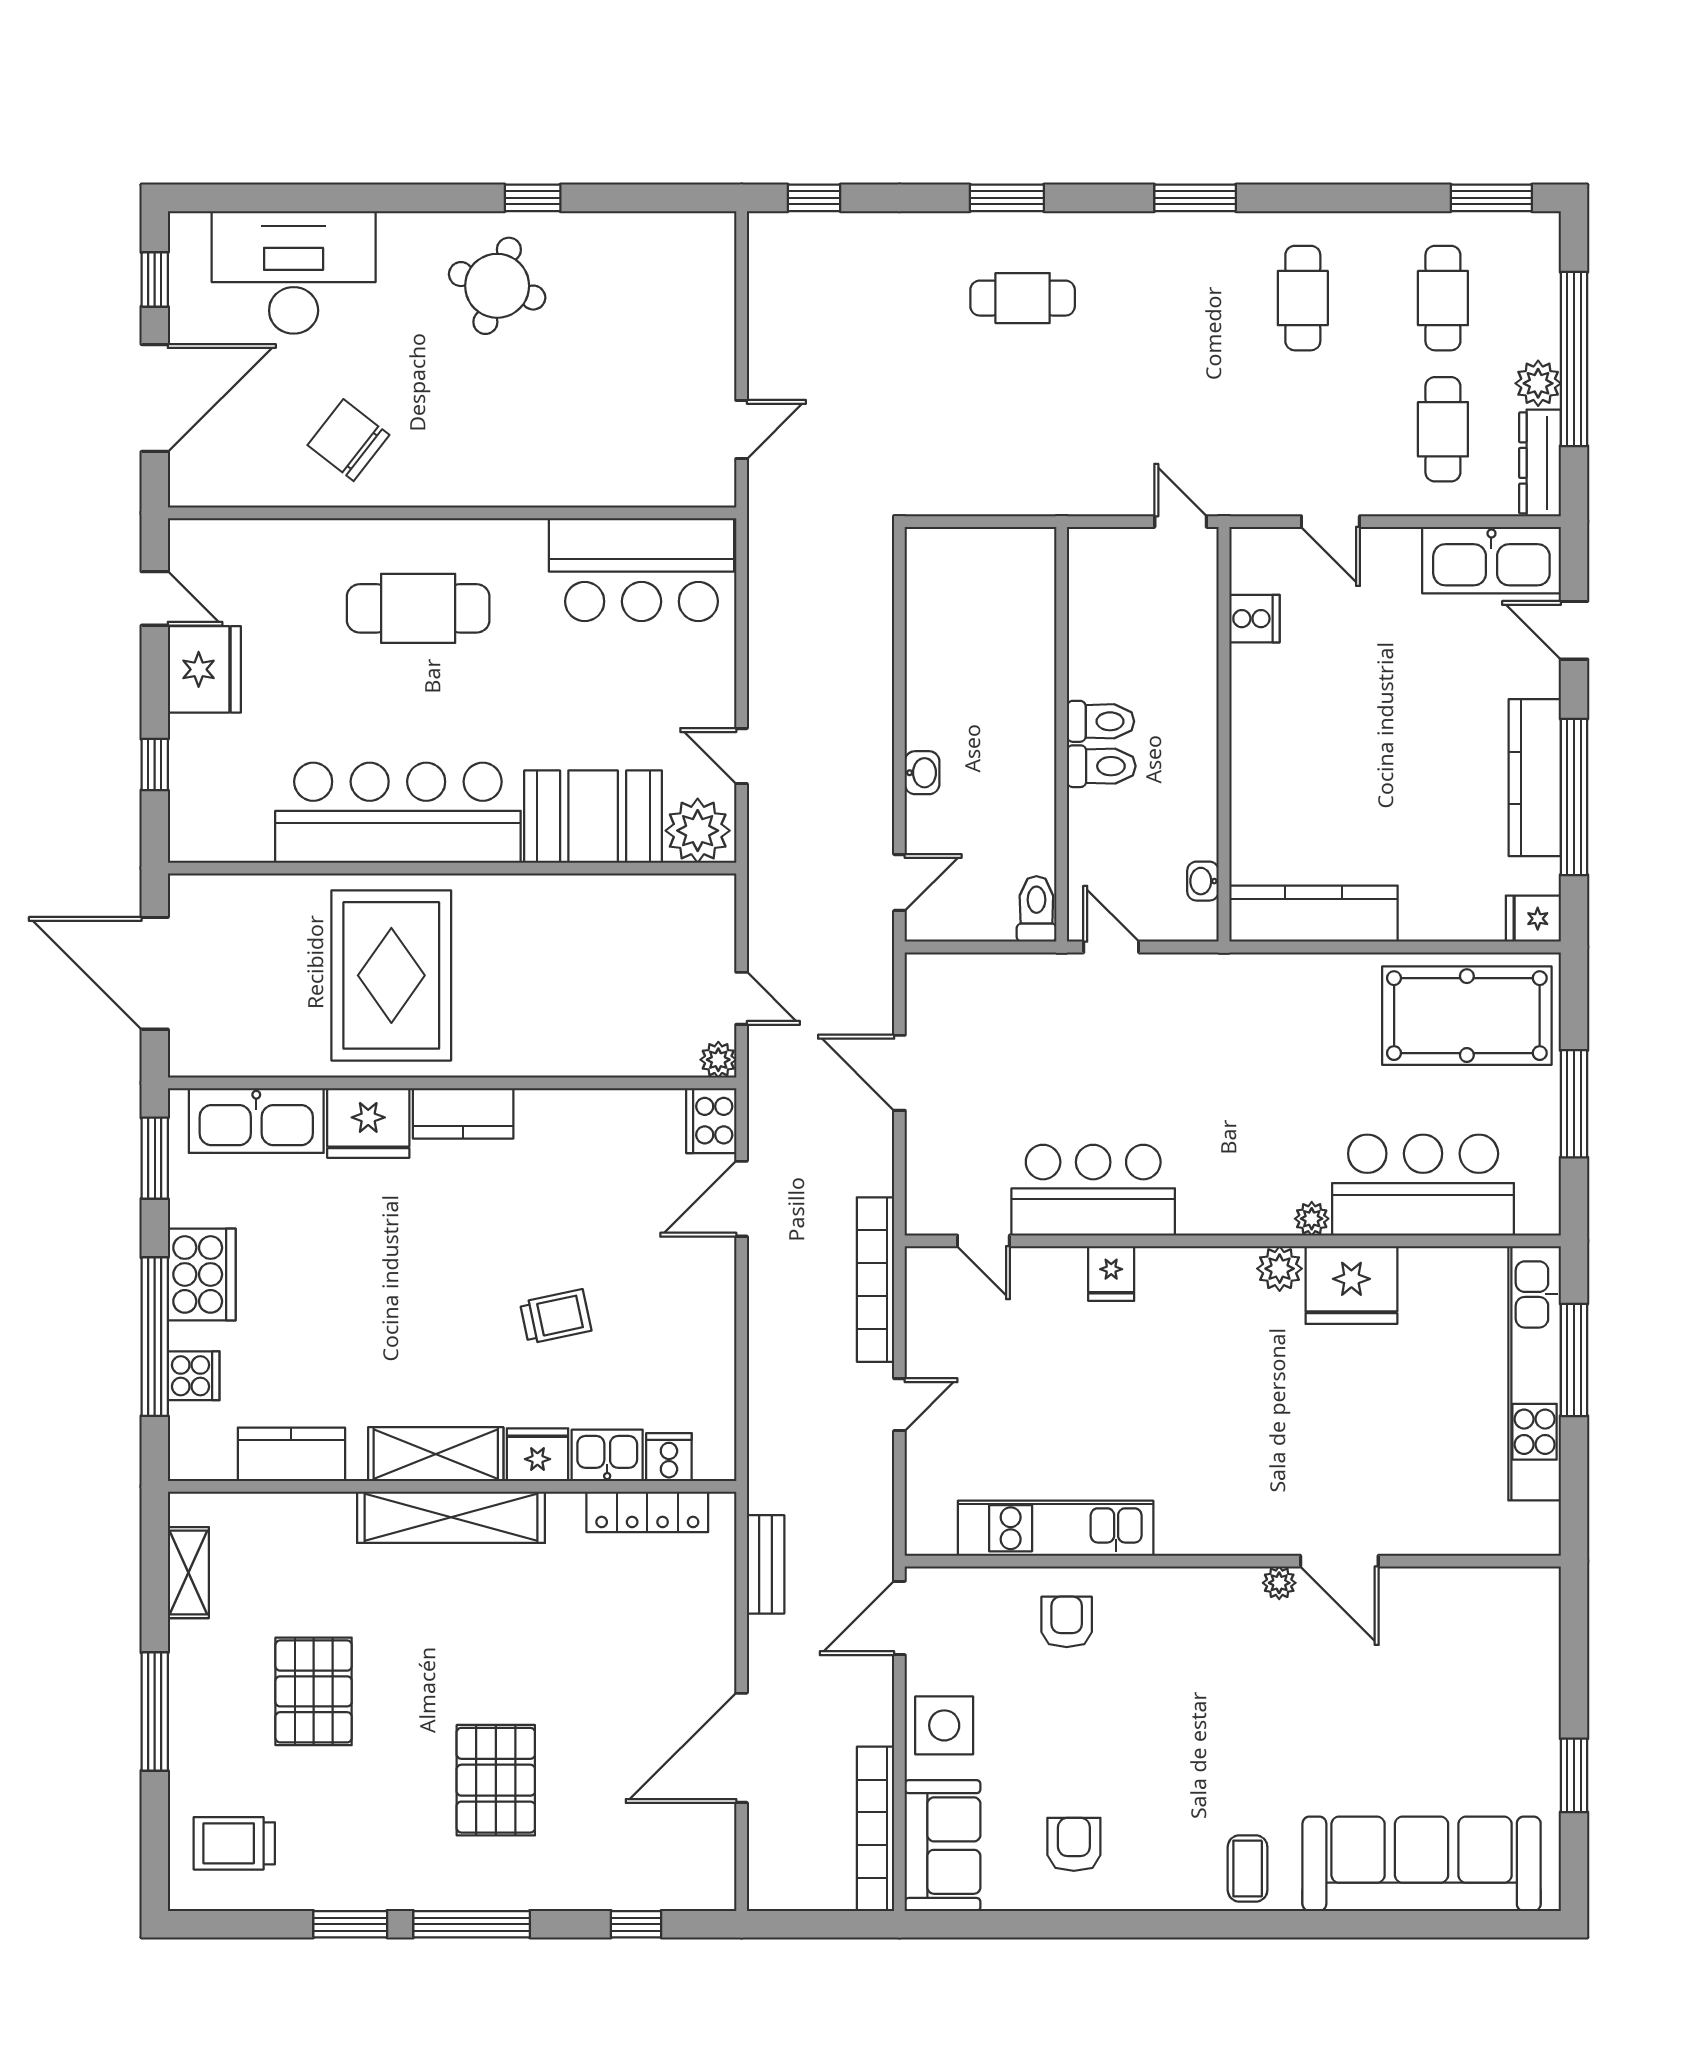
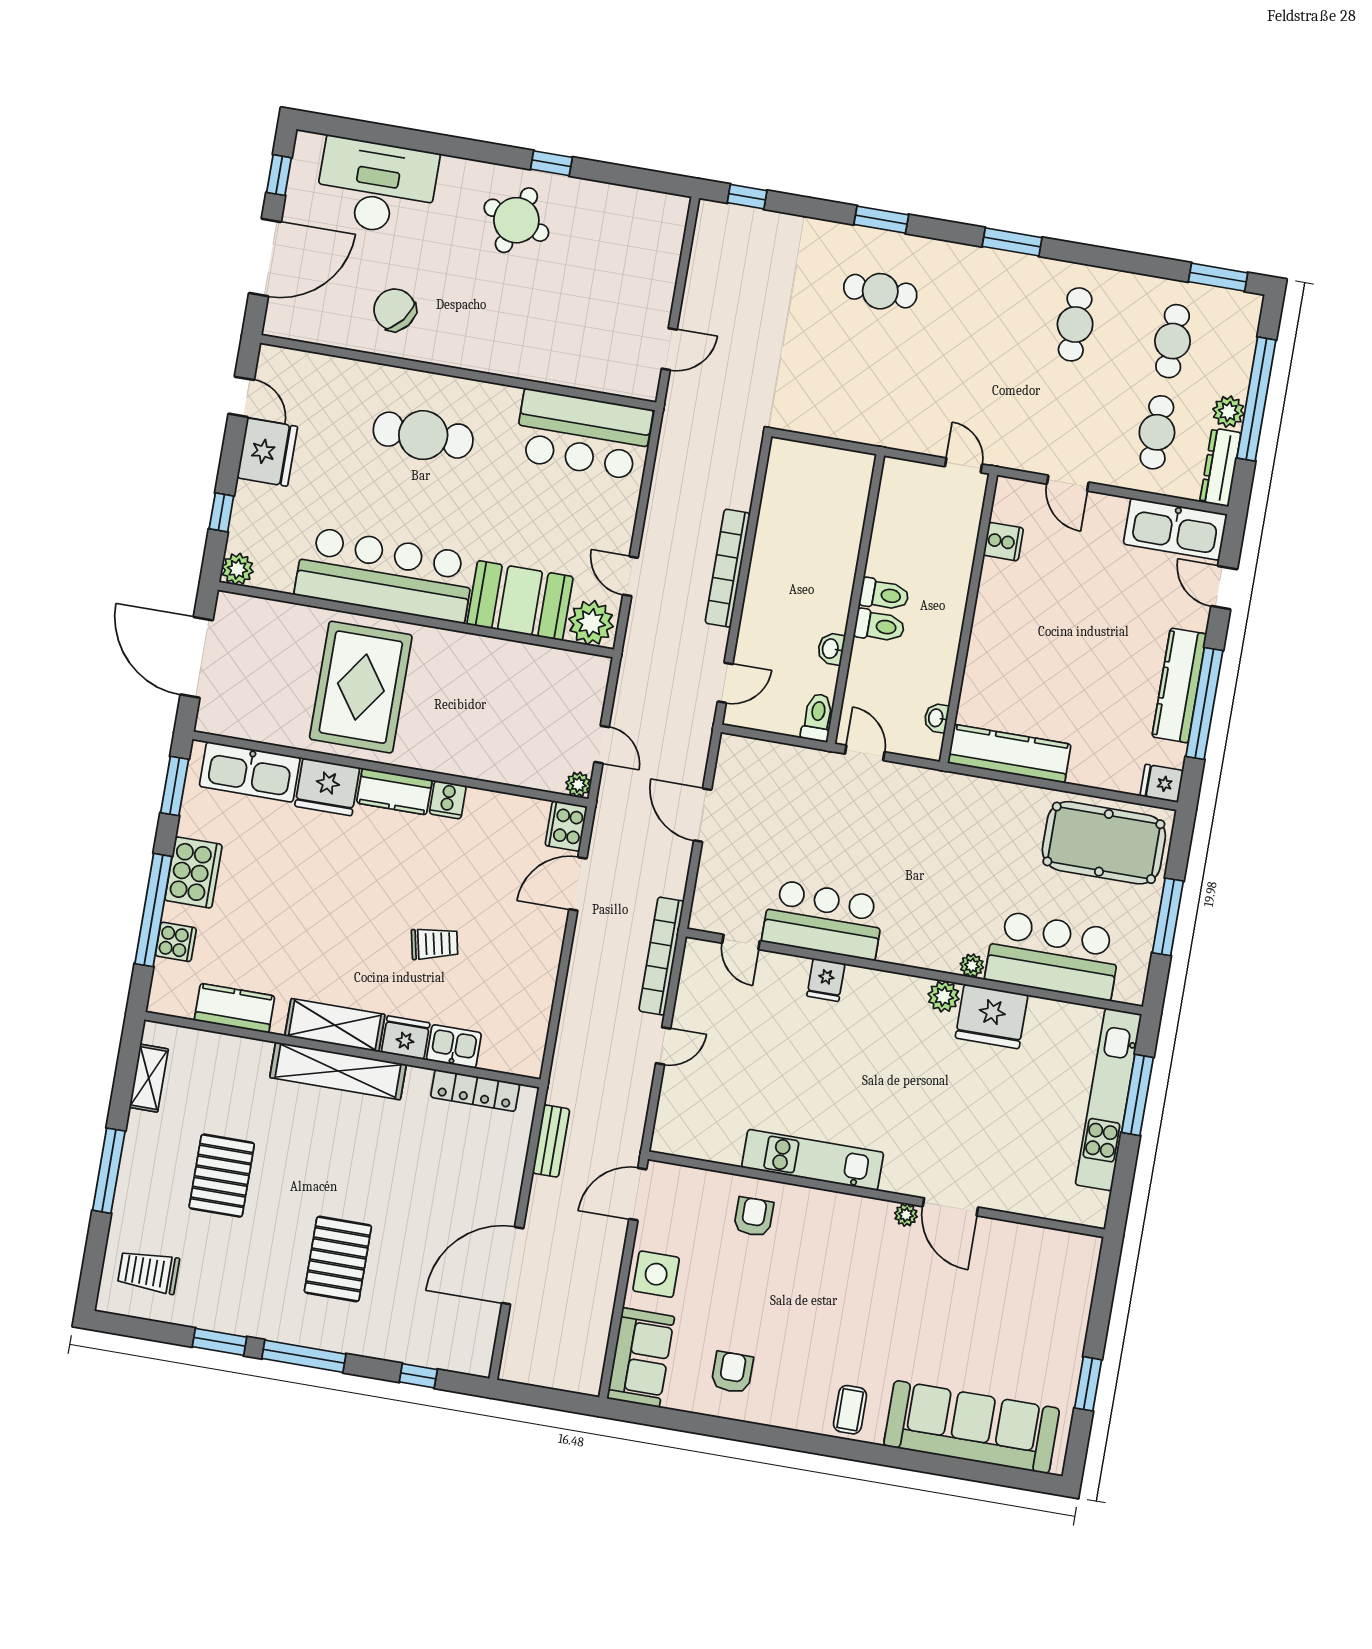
washbasin: (922, 773) -> (831, 649), moved, turned 180
plant: (191, 840) -> (237, 569), added
cooker: (669, 1457) -> (448, 800), moved, turned 180
kitchen unit: (1056, 1528) -> (813, 1160), moved
bookcase: (876, 1829) -> (728, 568), moved

